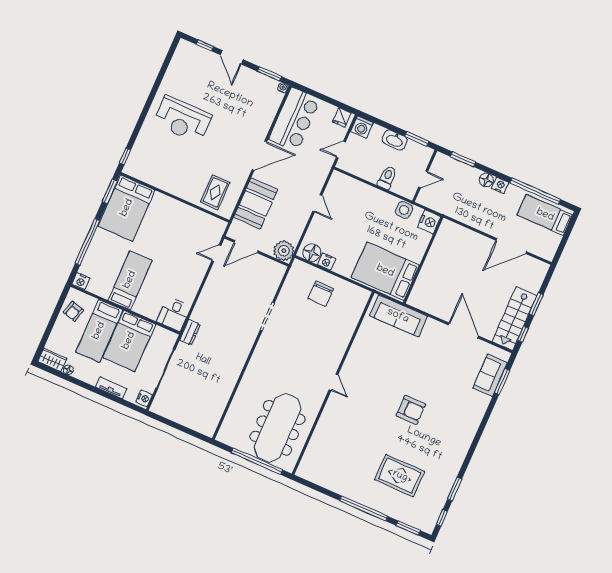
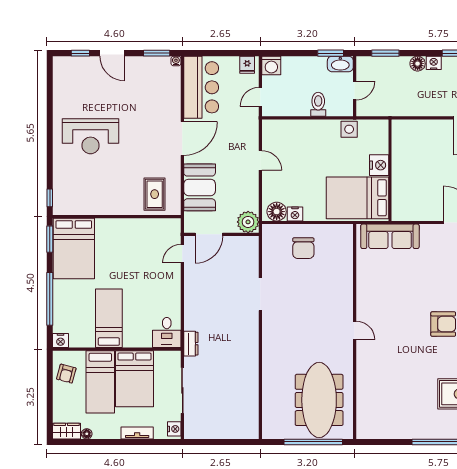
washbasin: (395, 140) -> (340, 64), moved
nightstand: (429, 222) -> (379, 165), moved

